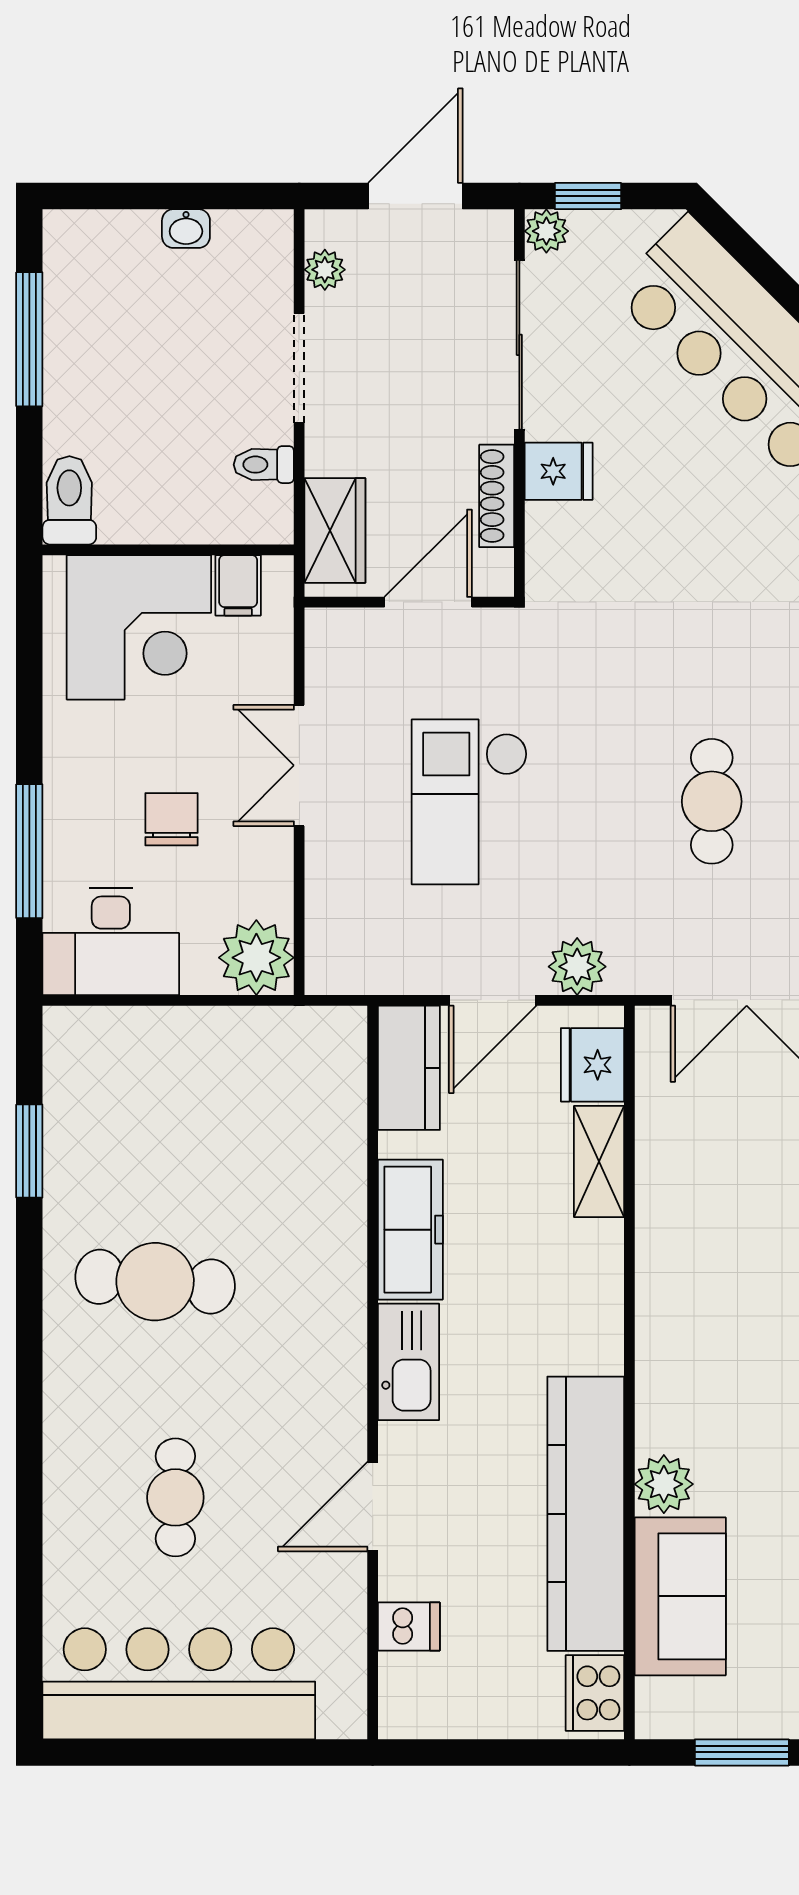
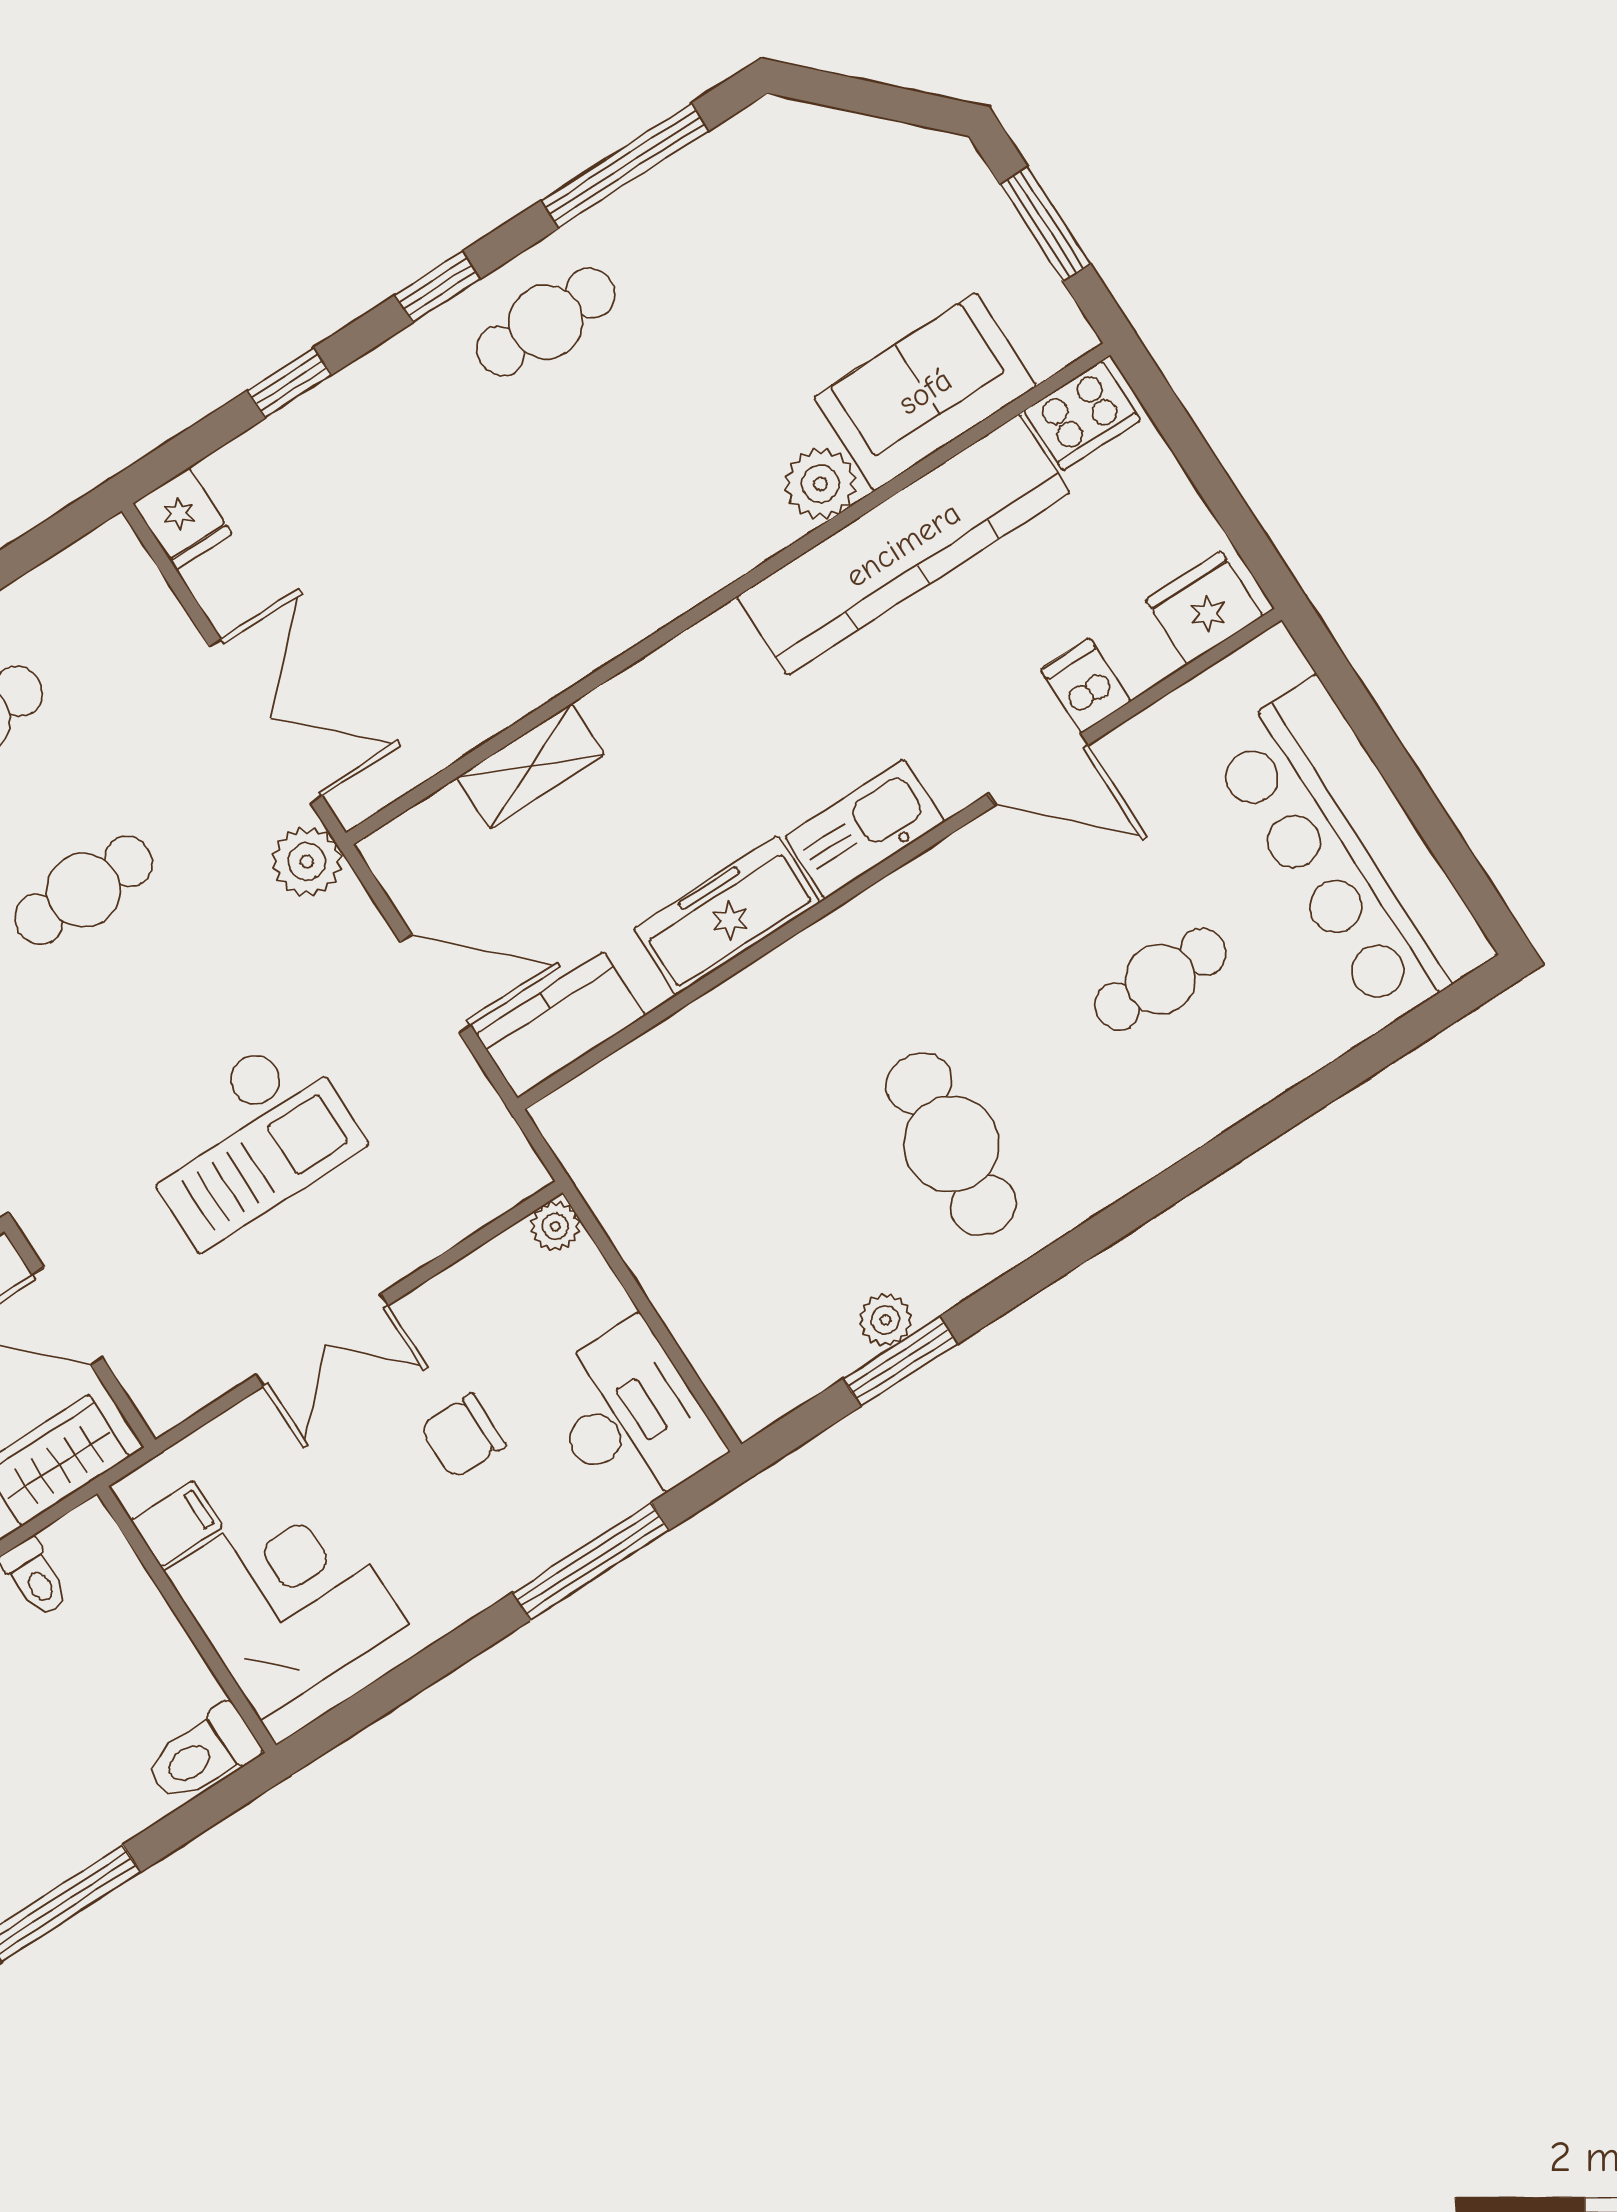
plant: (256, 958) -> (555, 1226), width x0.53, depth x0.53
plant: (577, 967) -> (307, 862), moved
fridge: (592, 1065) -> (1204, 608), moved, turned 180
plant: (64, 1159) -> (886, 1320), added
dishwasher: (409, 1626) -> (1086, 686), moved

